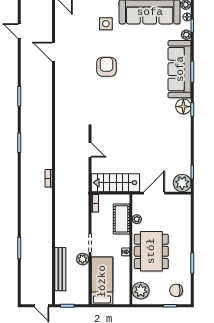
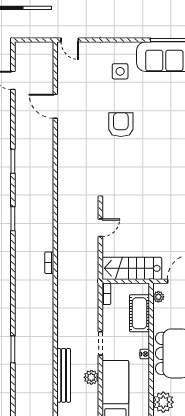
door: (90, 150) -> (100, 228), hinge flipped
plant: (137, 219) -> (158, 297), moved
plant: (83, 259) -> (91, 377), moved

